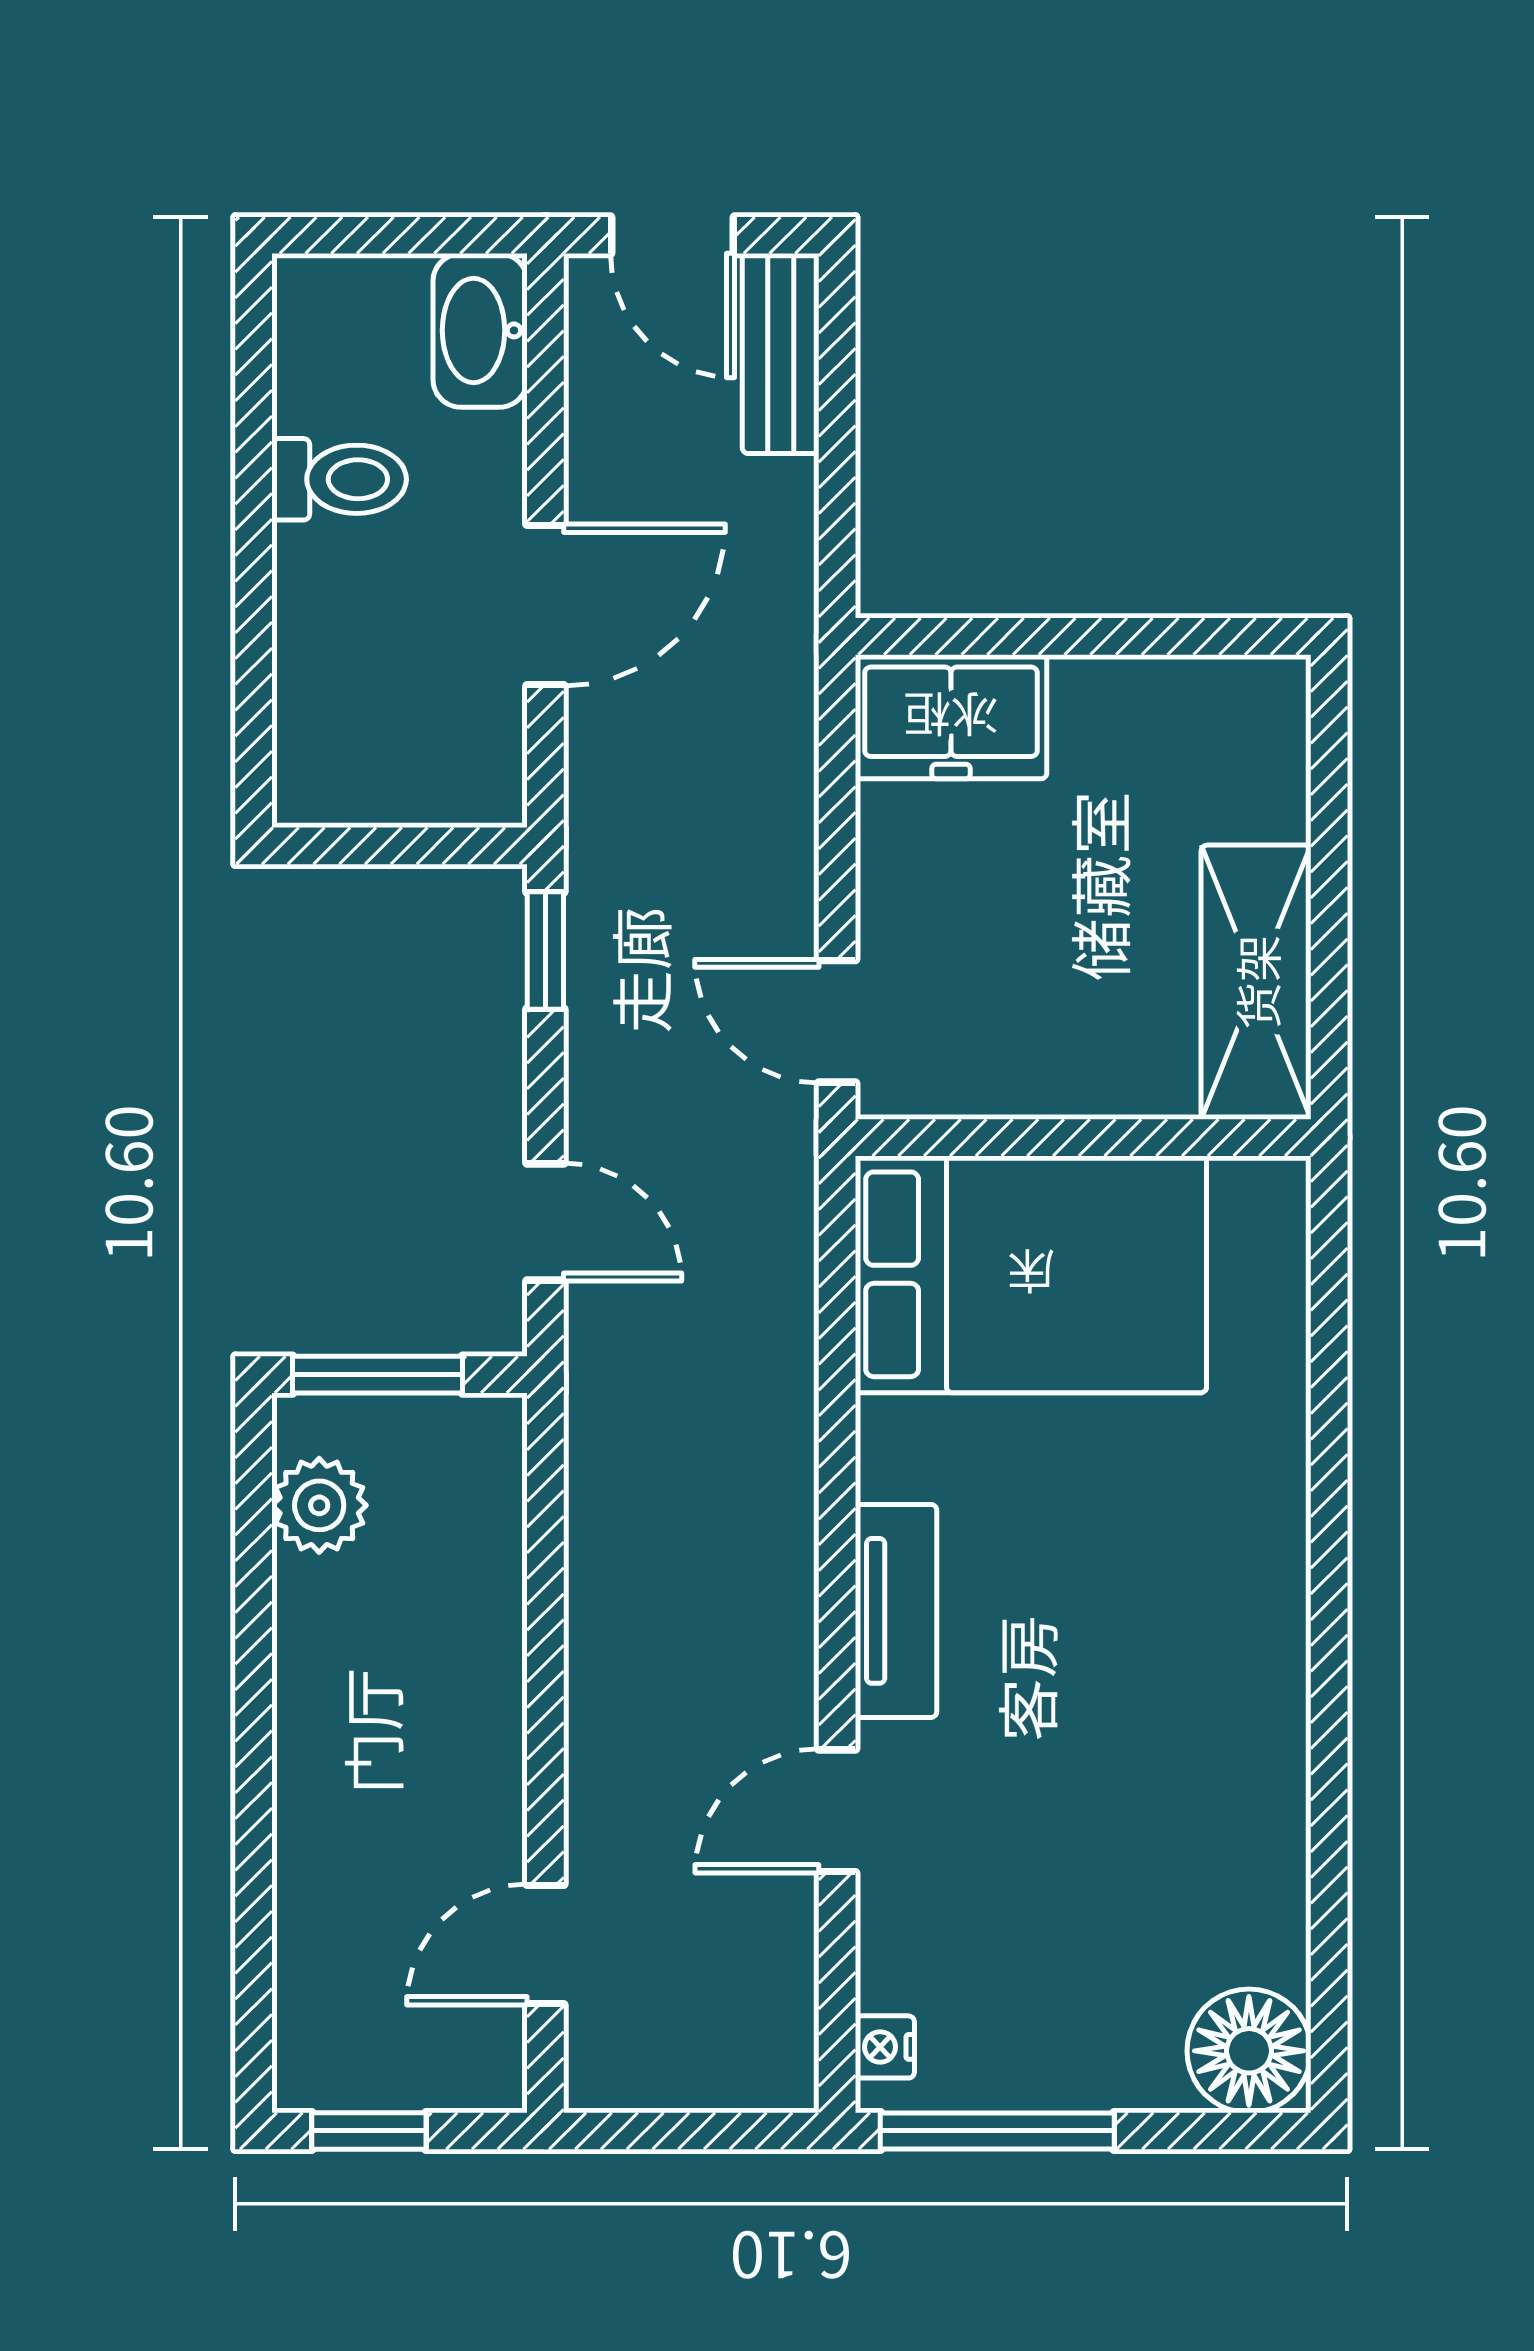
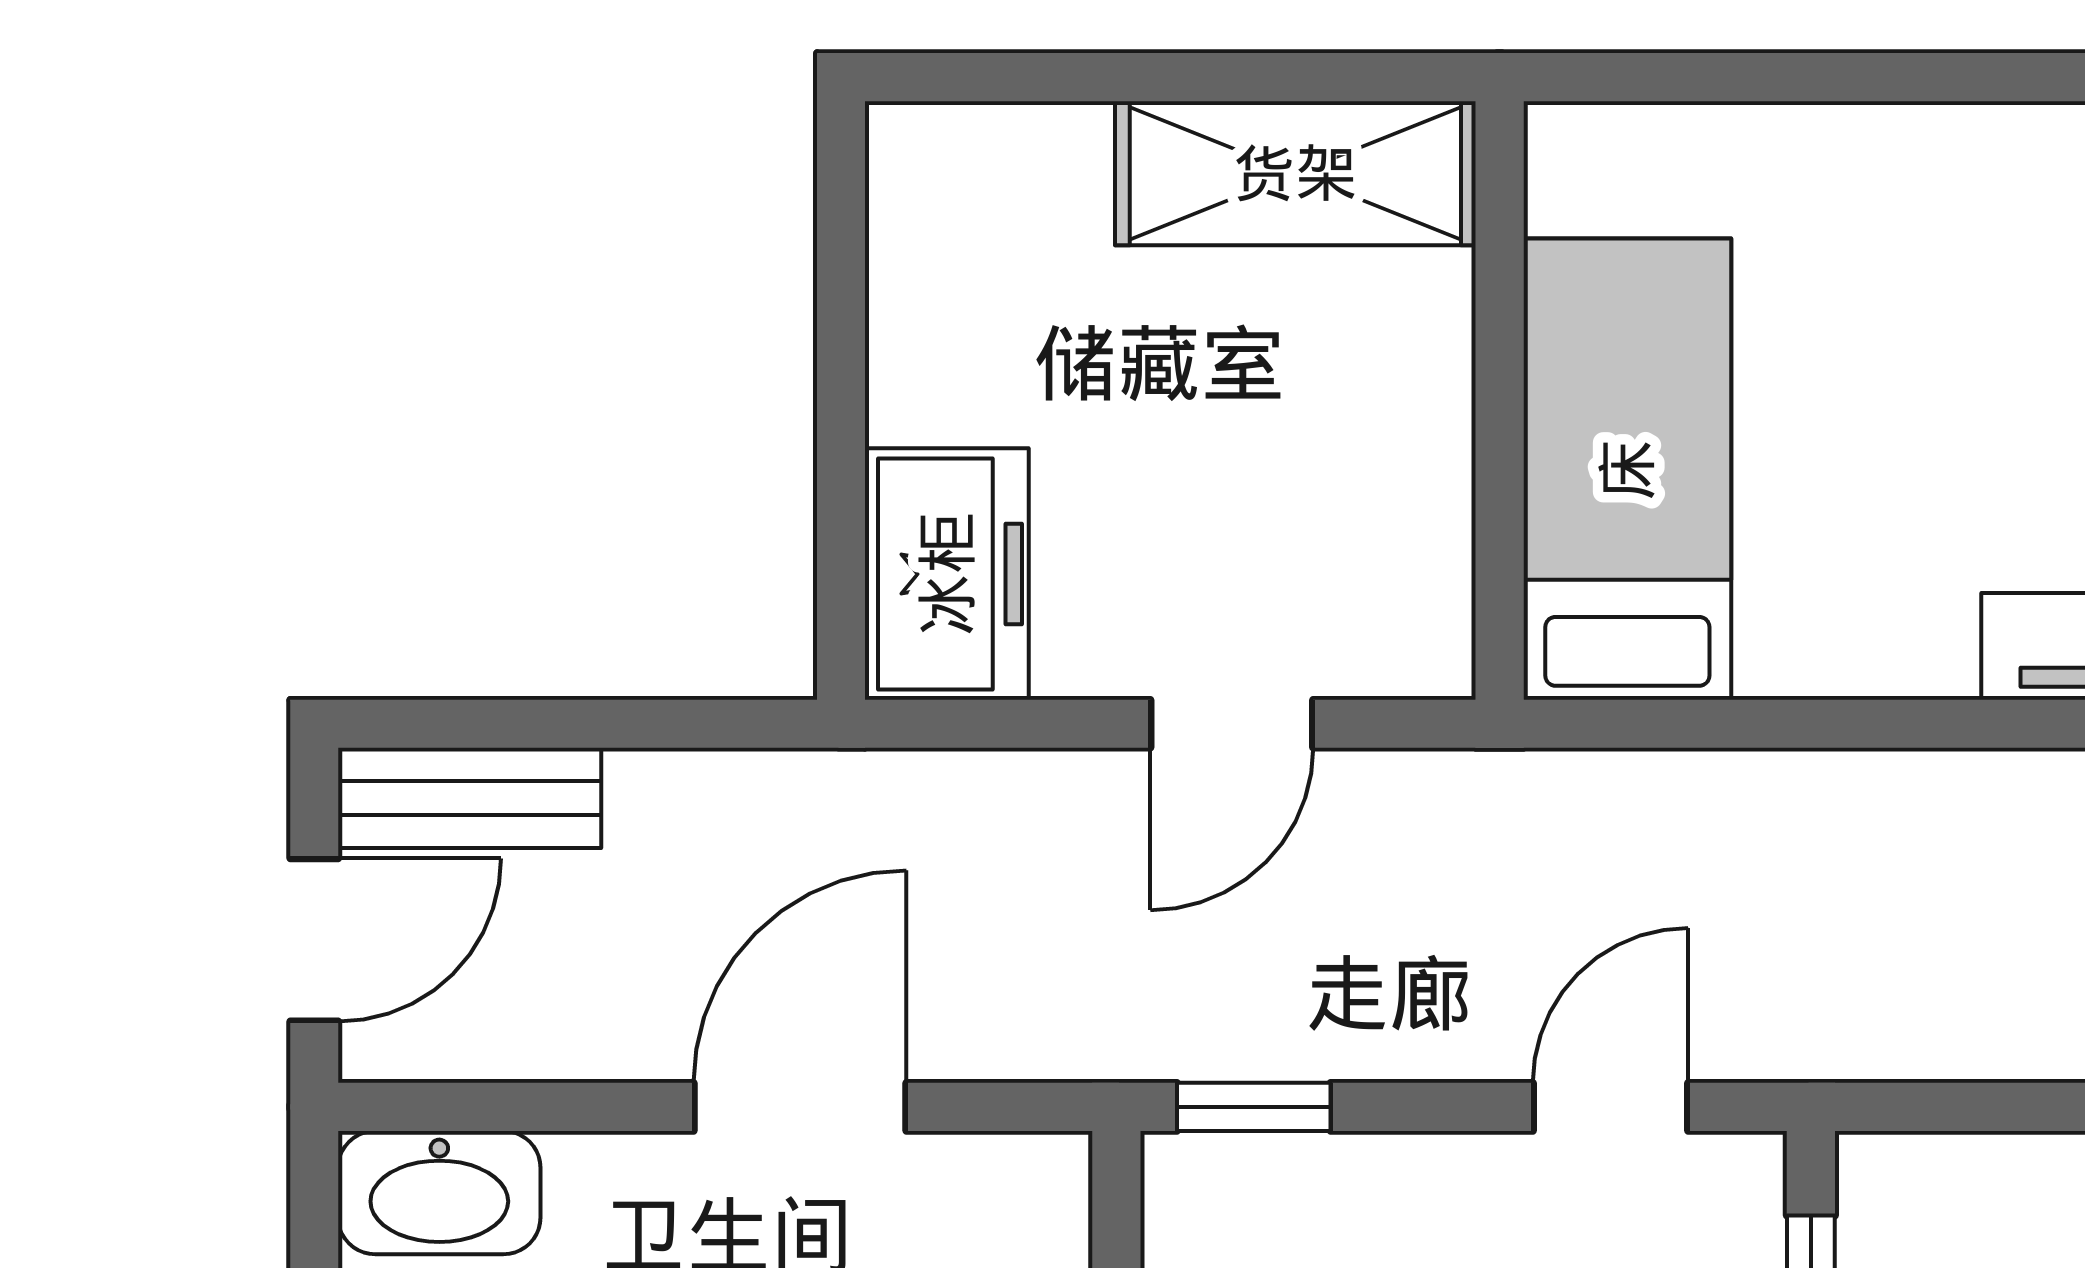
door: (545, 605) -> (800, 1107), hinge flipped
door: (837, 1021) -> (1232, 724), moved
bed: (1031, 1274) -> (1627, 469), width x0.67

